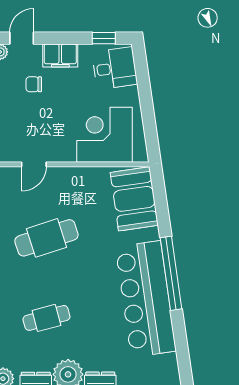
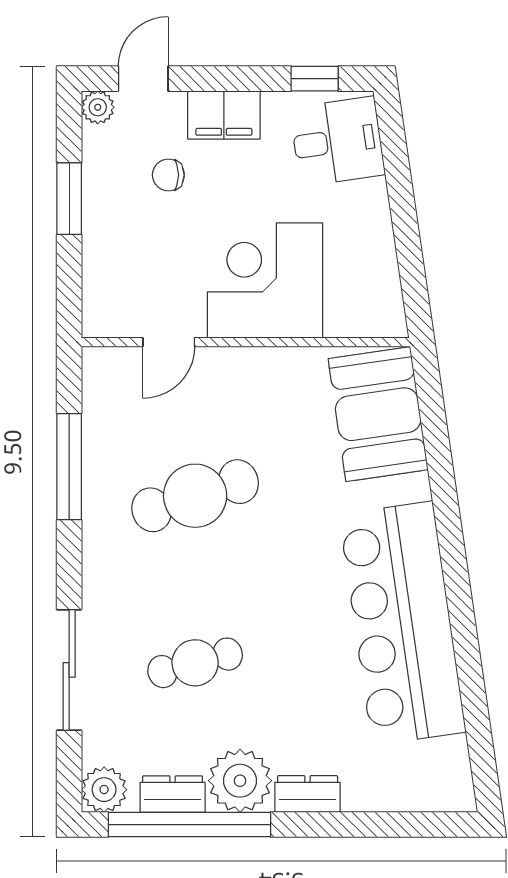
corner desk: (105, 135) -> (265, 280), moved
window: (171, 273) -> (455, 570), removed

